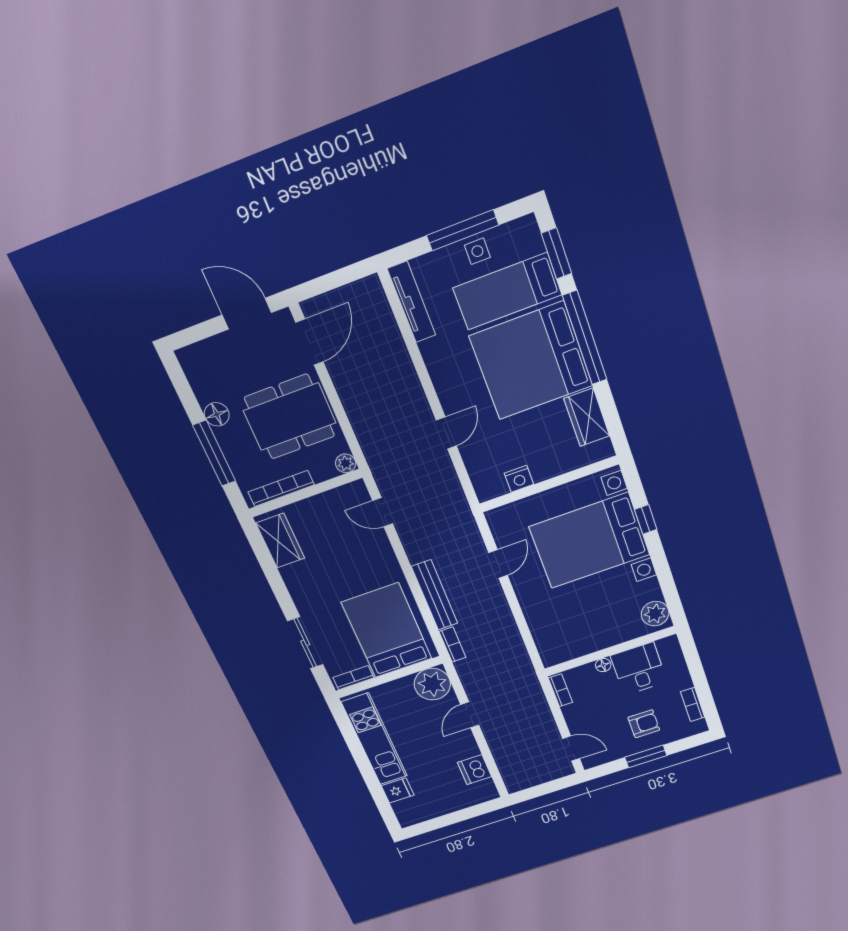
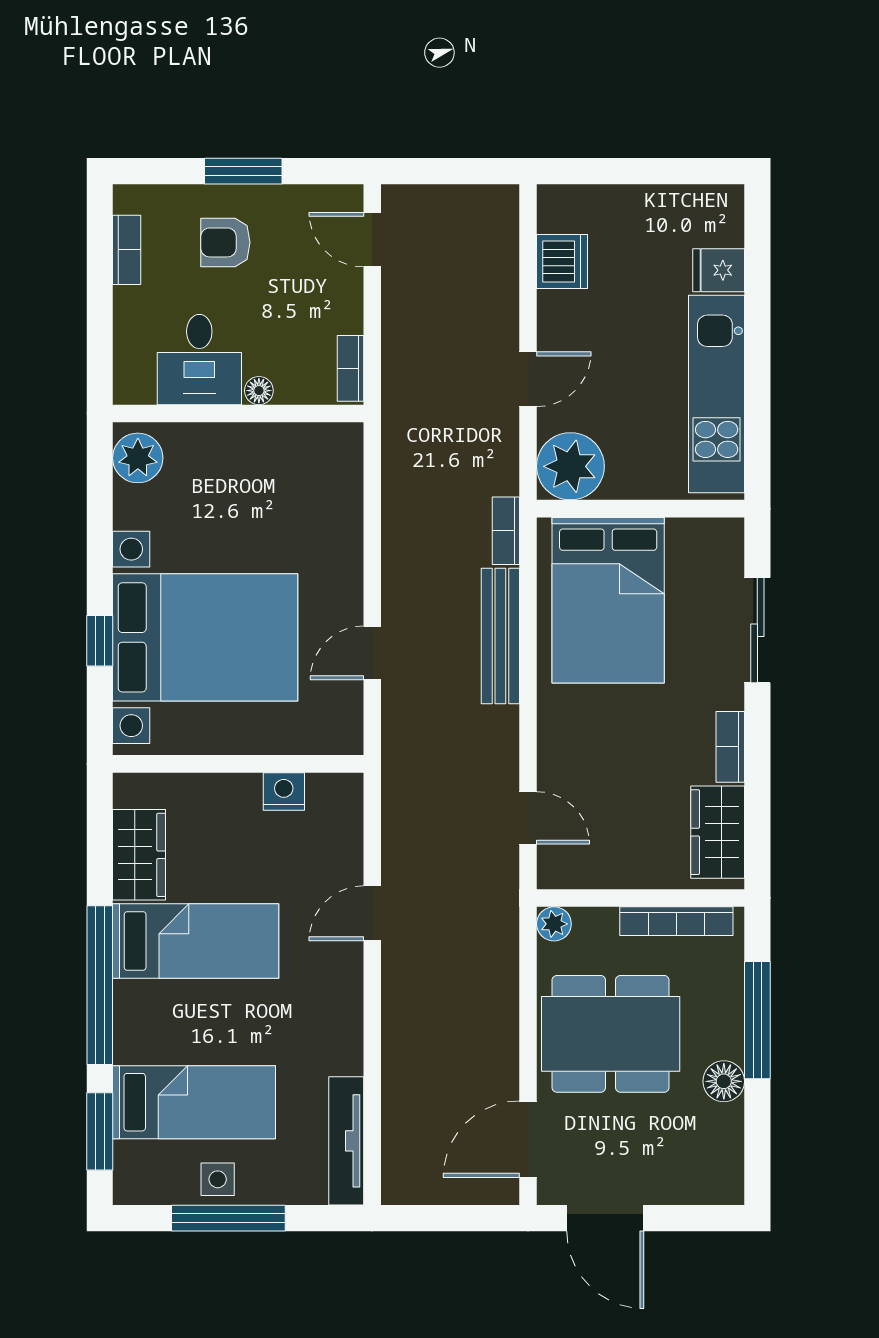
bed: (531, 361) -> (196, 941), width x0.49
bookcase: (353, 678) -> (730, 747), moved, turned 90

